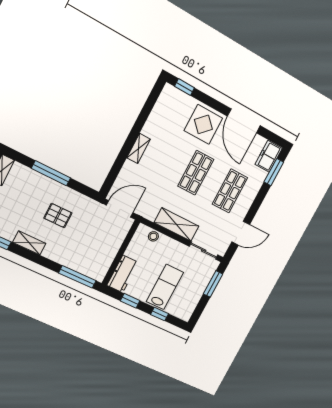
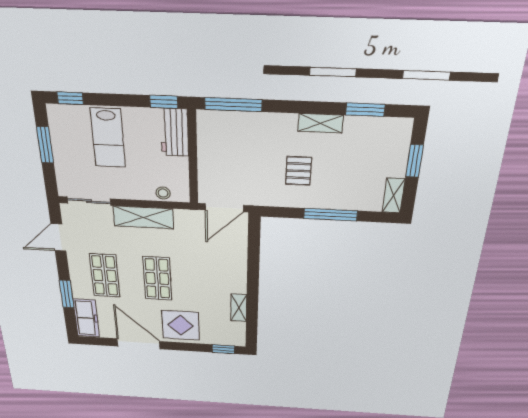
shelving: (139, 148) -> (239, 308), moved
freezer: (269, 156) -> (86, 318), width x1.40
window: (274, 172) -> (67, 294), moved
pallet: (58, 216) -> (299, 171), turned 90
window: (213, 284) -> (45, 145), moved
window: (130, 301) -> (164, 102), moved
window: (159, 314) -> (70, 98), moved

